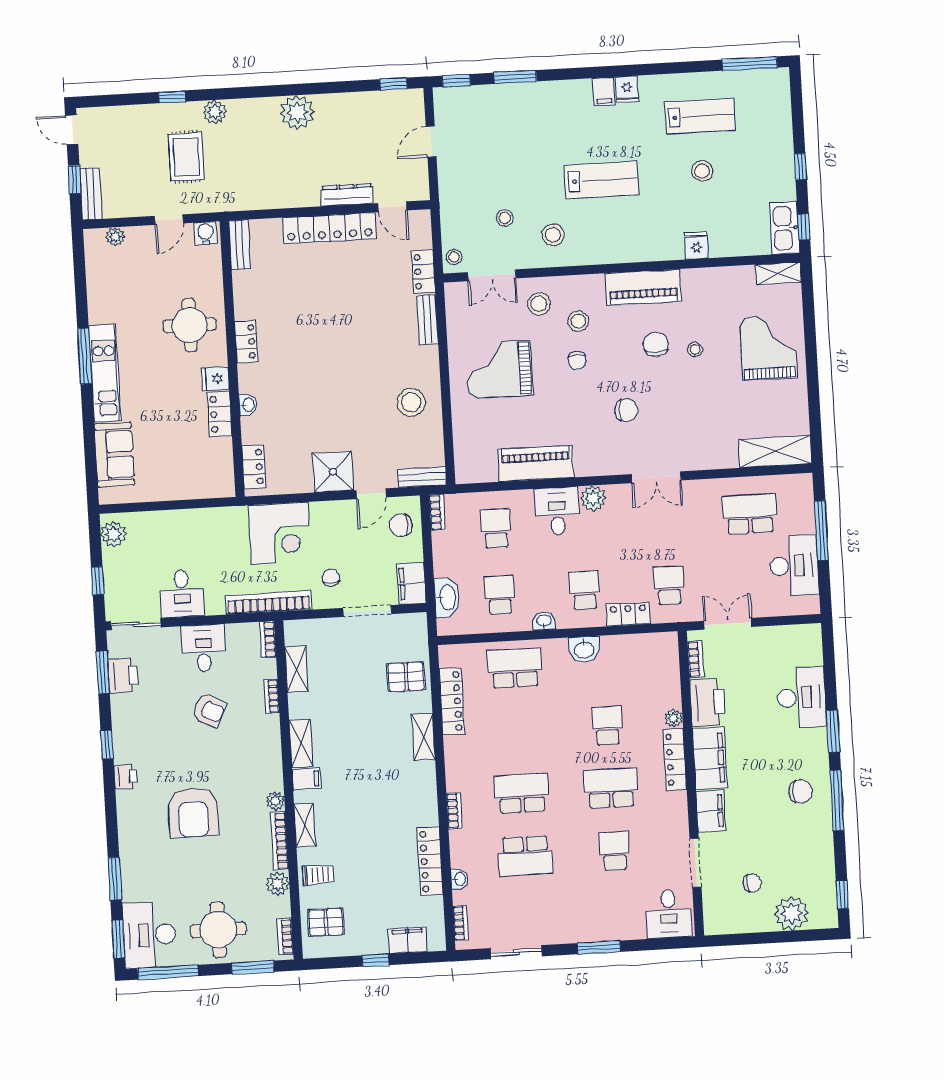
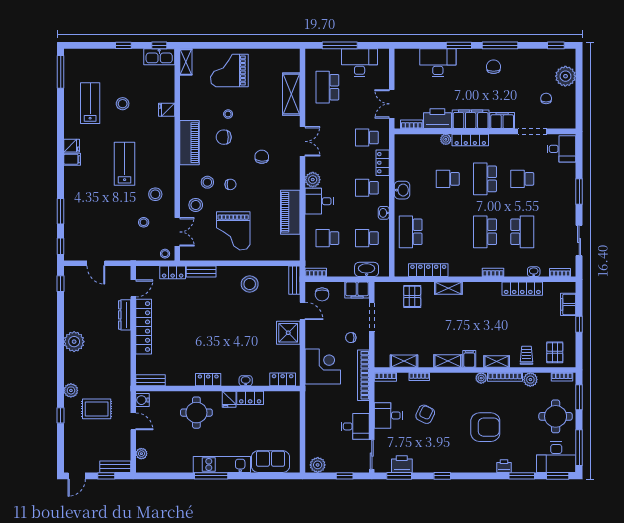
shelving: (775, 451) -> (291, 94), moved
printer: (125, 777) -> (504, 466), moved

